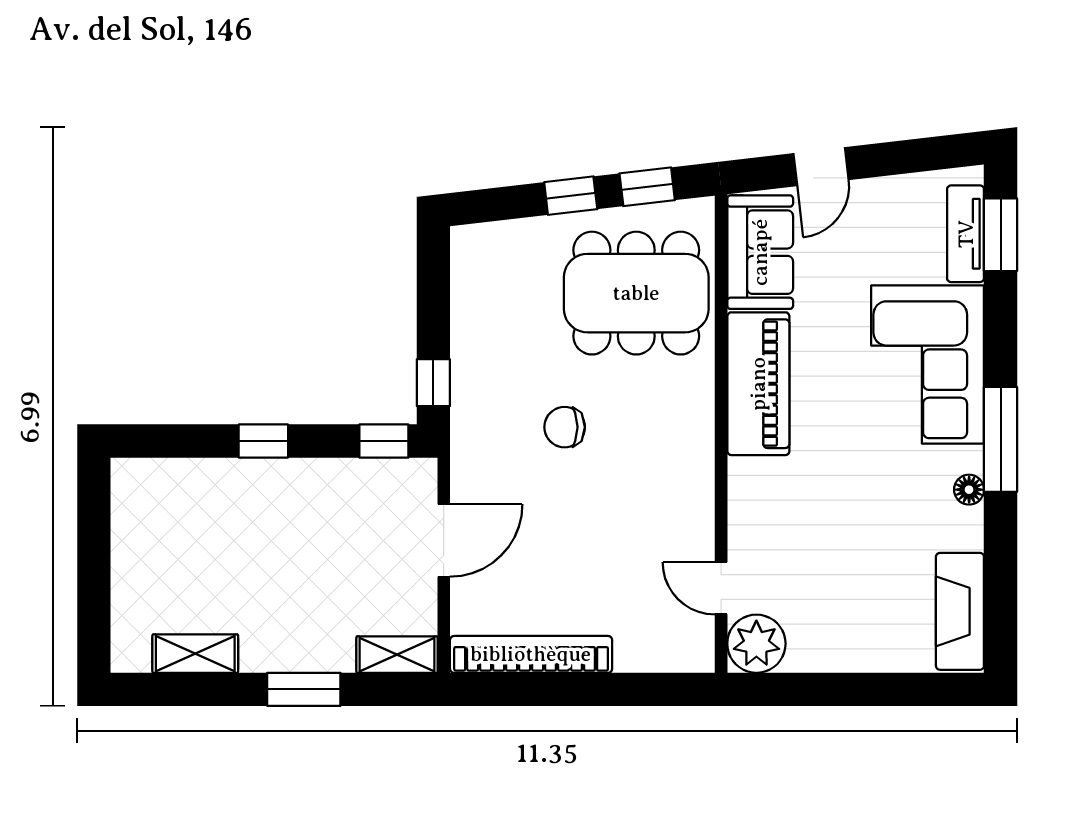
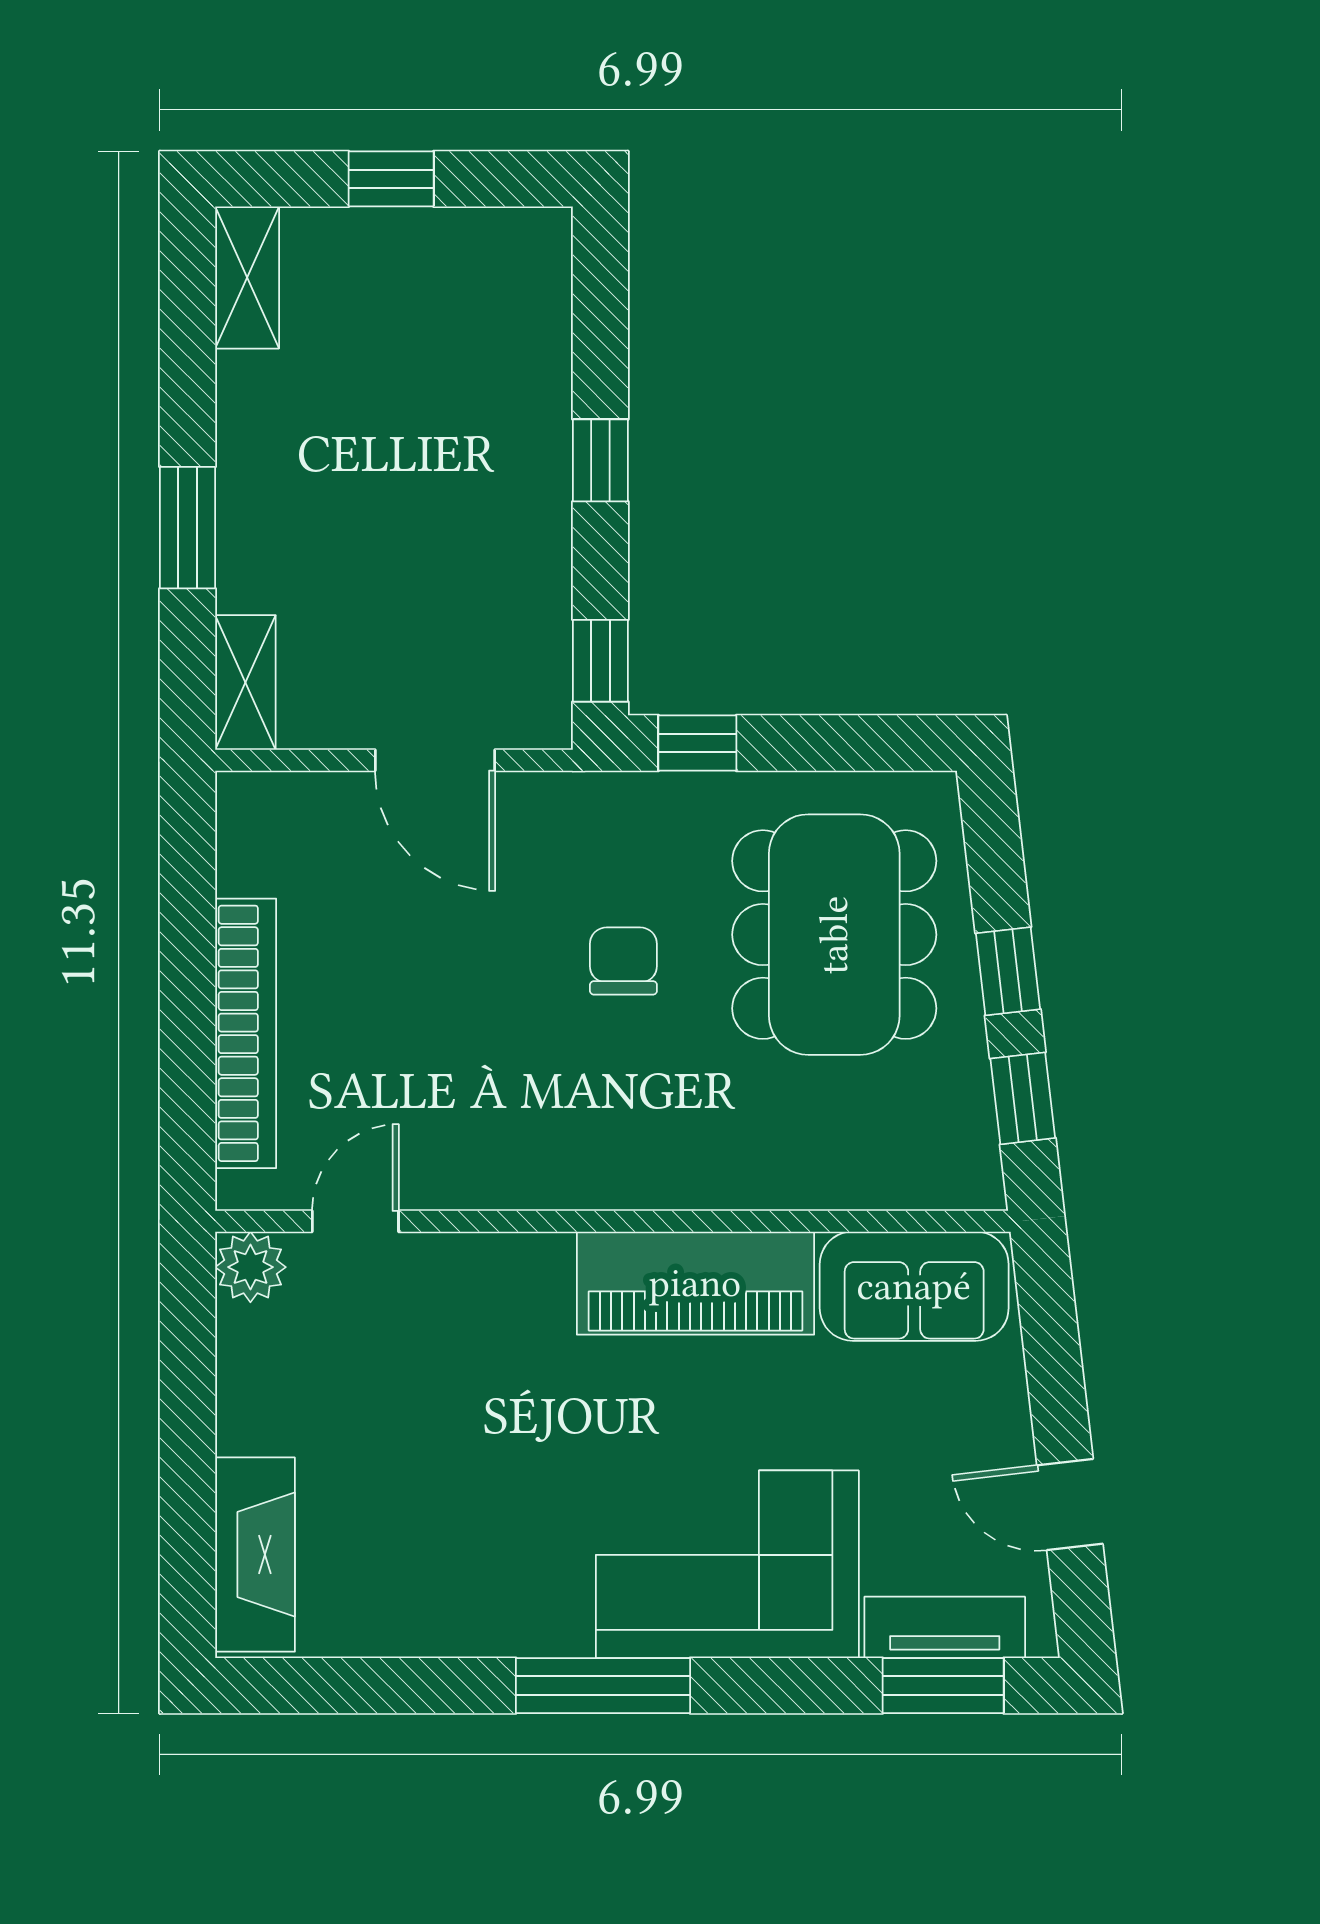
door: (821, 167) -> (1070, 1505), moved
dining table: (636, 293) -> (834, 935), moved
floor lamp: (969, 490) -> (519, 1633), removed
window: (94, 567) -> (391, 179), added
fireplace: (960, 611) -> (255, 1555), moved, turned 90
plant: (756, 644) -> (250, 1267), width x0.73, depth x0.73
shelving: (195, 654) -> (247, 277), moved
bookcase: (531, 654) -> (246, 1033), moved

